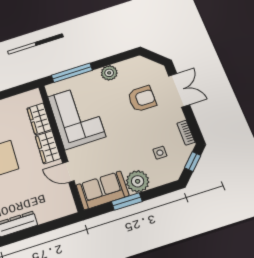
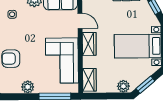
wardrobe: (39, 119) -> (89, 80), moved

